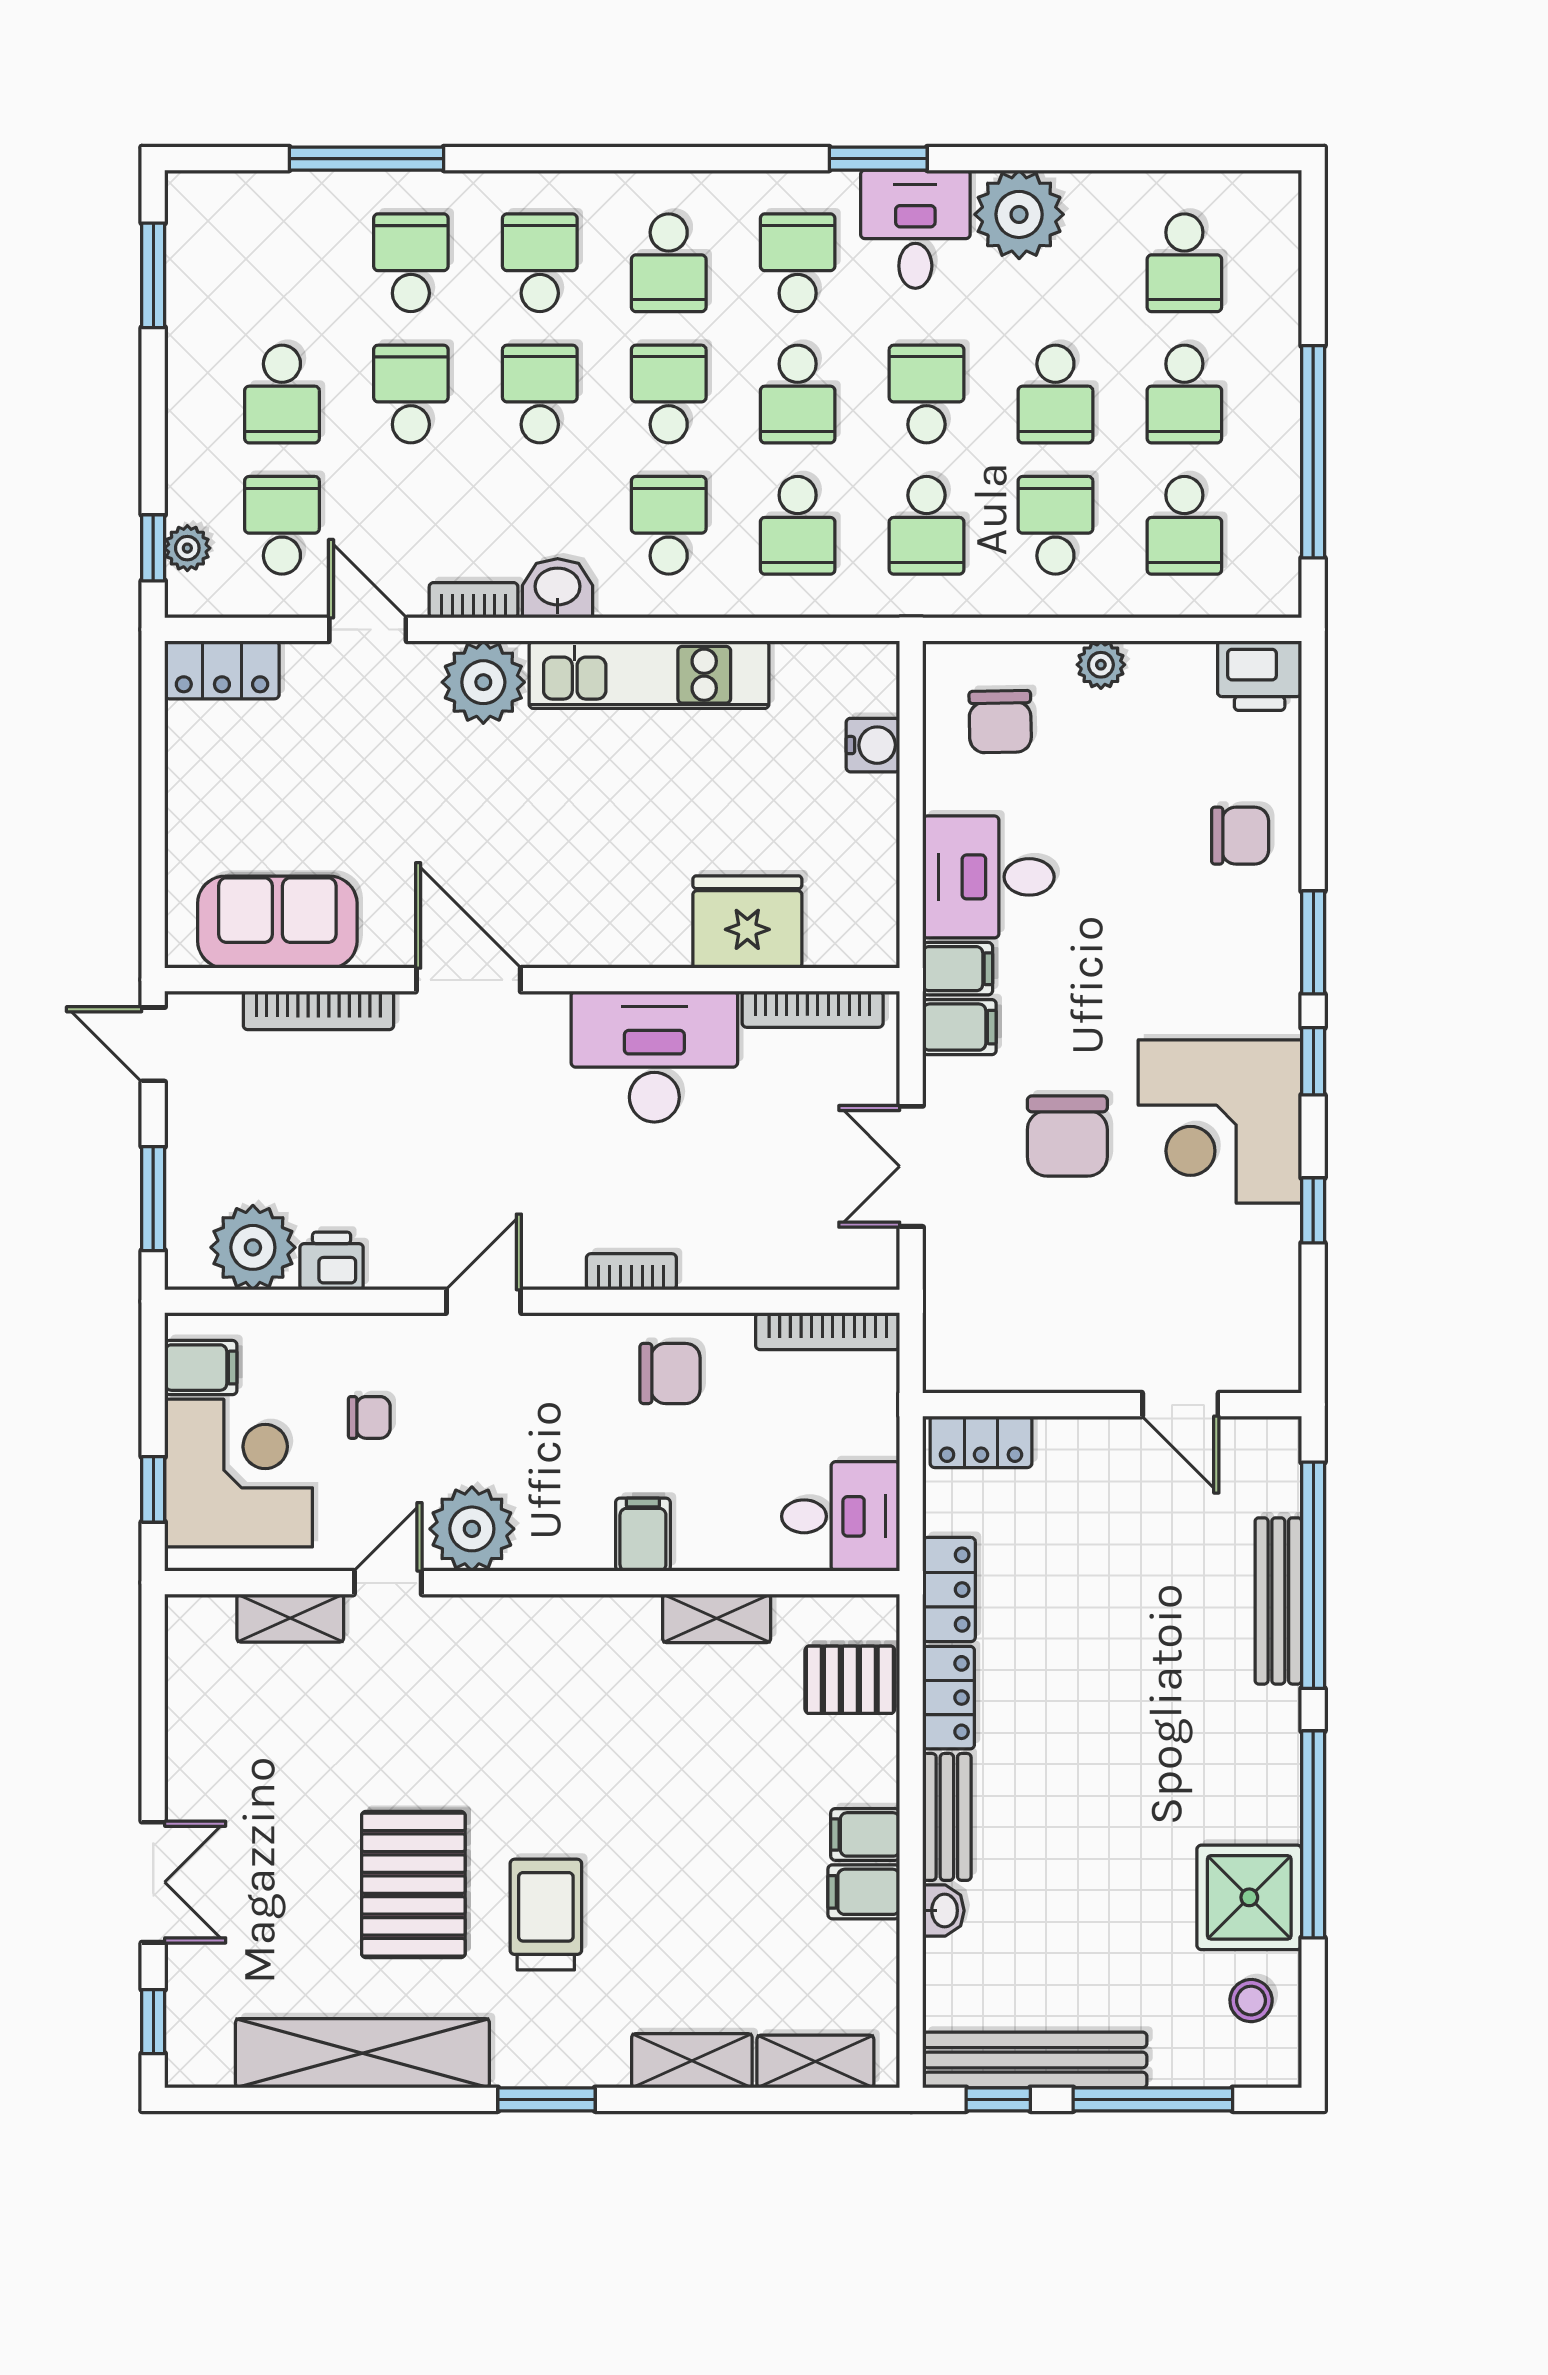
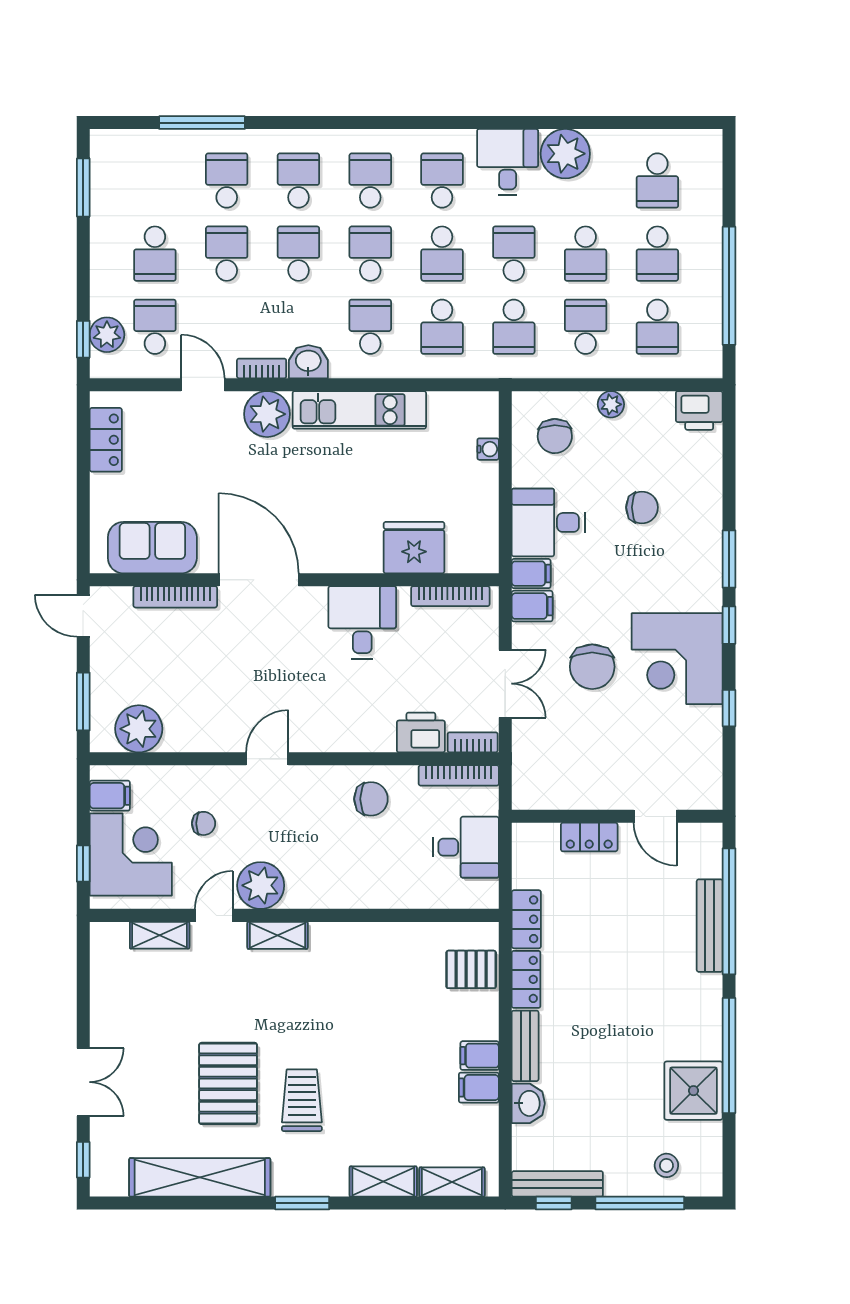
window: (878, 159) -> (487, 123), removed
school desk: (669, 263) -> (370, 181), turned 180
plant: (187, 548) -> (107, 335), width x1.38, depth x1.38
locker: (222, 670) -> (106, 440), moved, turned -90
water cooler: (873, 745) -> (488, 449), width x0.72, depth x0.72
chair: (1240, 836) -> (642, 507), moved
door: (468, 980) -> (259, 580), width x1.36
desk: (654, 1057) -> (362, 623), width x0.73
double door: (911, 1166) -> (505, 684), swing flipped
printer: (332, 1261) -> (421, 732), moved, width x1.36, depth x1.24
bookcase: (631, 1272) -> (473, 742), moved
locker: (981, 1442) -> (589, 837), moved
desk: (841, 1516) -> (466, 847), moved
filing cabinet: (643, 1535) -> (356, 889), removed
shelving: (717, 1618) -> (278, 935), moved
washbasin: (943, 1911) -> (528, 1103), width x1.38, depth x1.45
stool: (1251, 2001) -> (666, 1165), moved
bench: (1035, 2060) -> (557, 1184), width x0.73, depth x0.82

